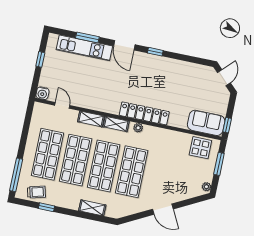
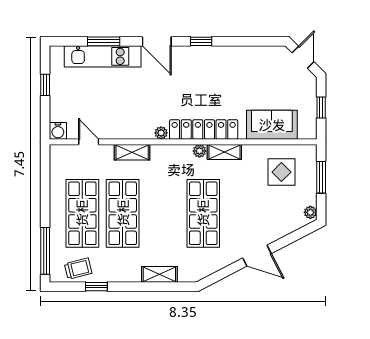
plant: (114, 110) -> (161, 133), added
sofa: (206, 123) -> (272, 125), moved
shelving: (116, 124) -> (224, 152), moved
window: (227, 125) -> (321, 108), moved
display table: (200, 148) -> (281, 172), moved
shop shelf: (104, 166) -> (163, 213), removed

